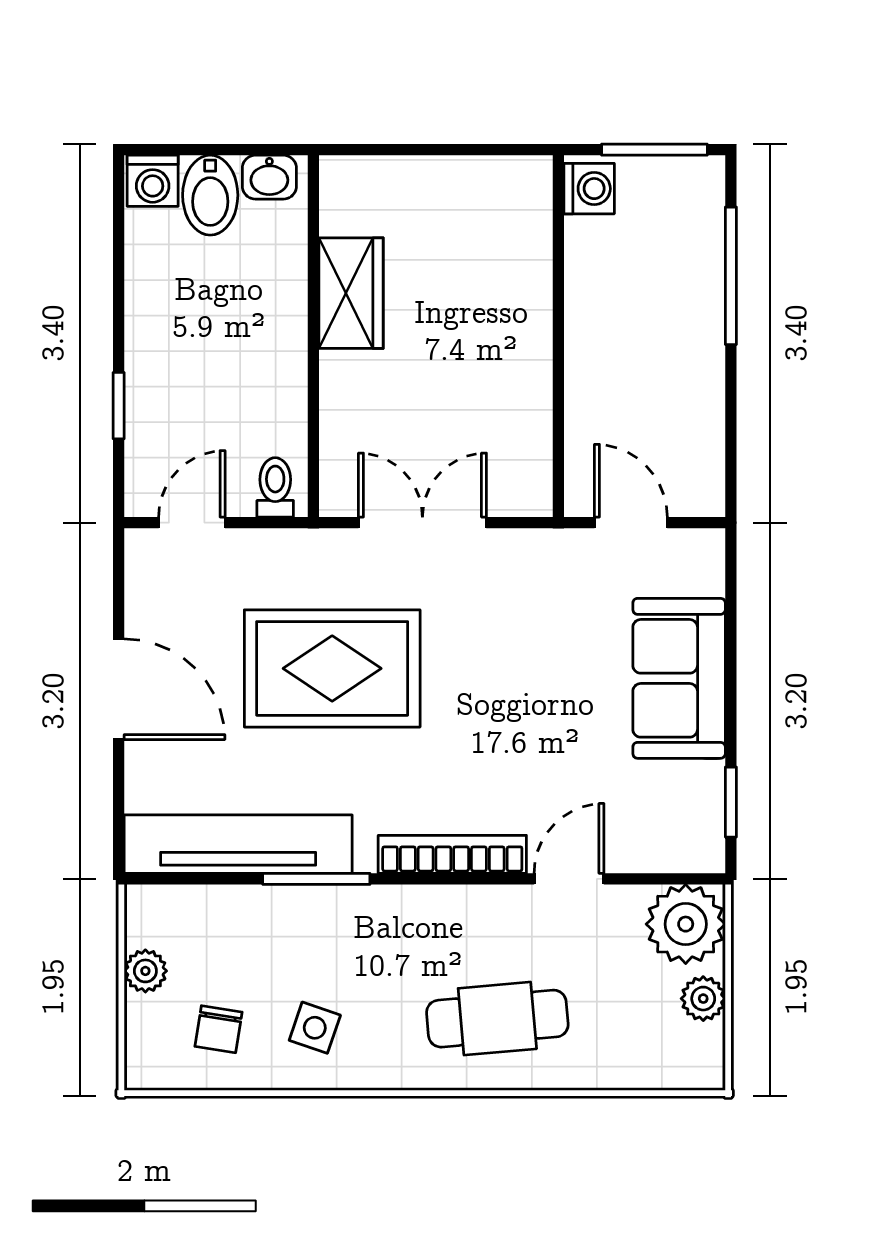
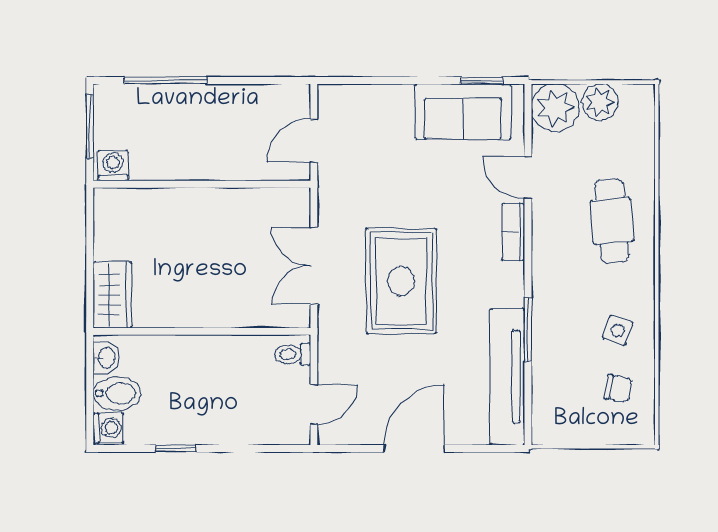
wardrobe: (351, 293) -> (112, 295), moved, turned 90
window: (119, 406) -> (176, 448), moved
door: (192, 523) -> (314, 404), swing flipped
rug: (332, 668) -> (401, 281), moved
sofa: (679, 678) -> (463, 112), moved
bookcase: (452, 854) -> (513, 232), width x0.64
plant: (145, 971) -> (583, 432), removed
plant: (703, 999) -> (600, 102), width x1.38, depth x1.38

